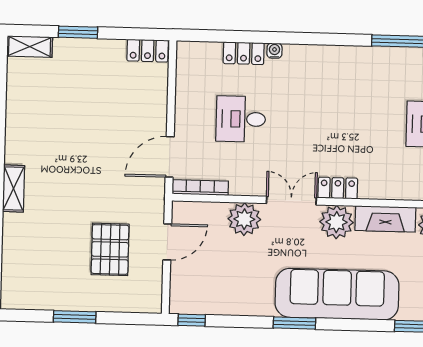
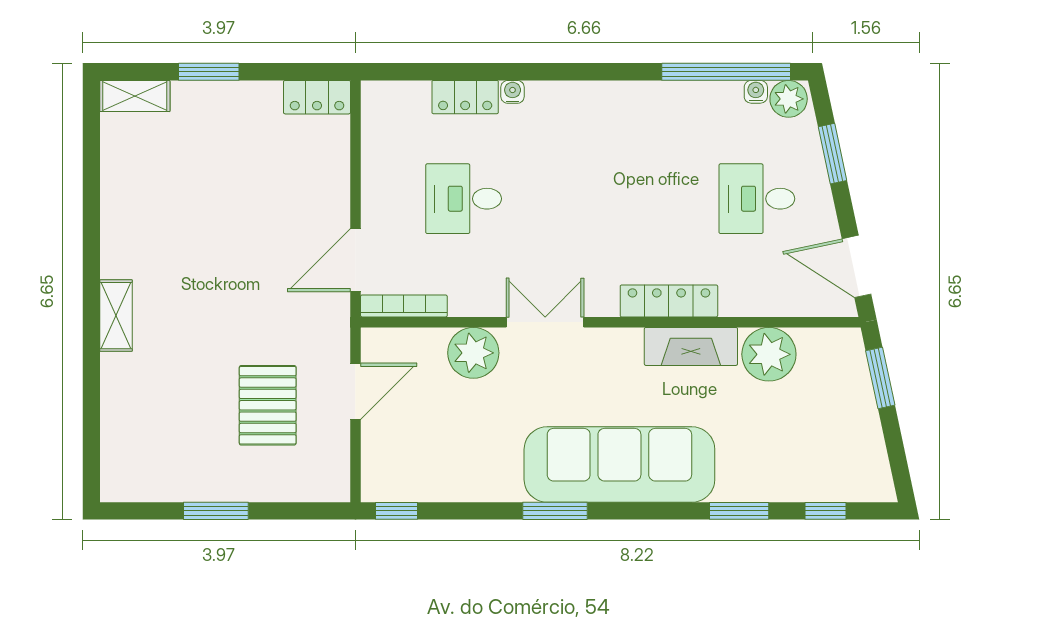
locker: (338, 188) -> (669, 301), moved, width x1.53
plant: (337, 222) -> (616, 353), removed

